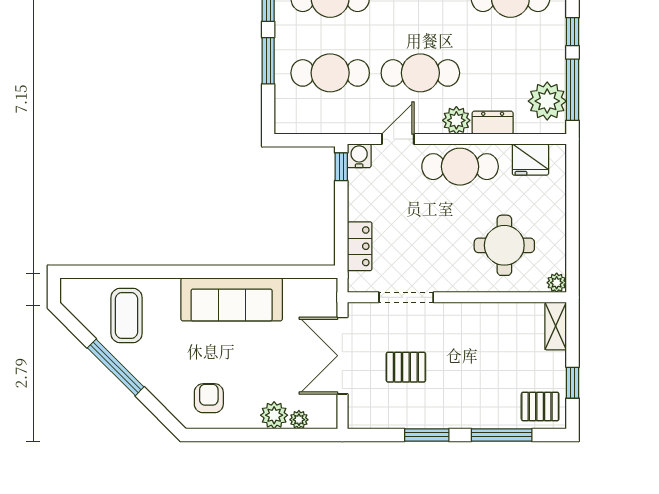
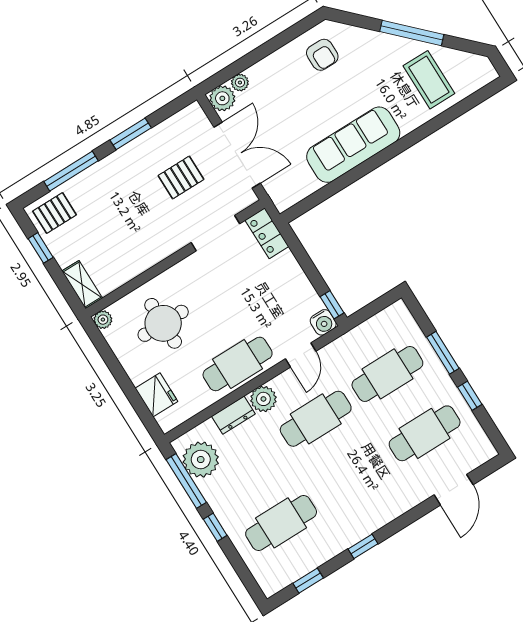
fridge: (530, 160) -> (156, 395), moved, turned 90
locker: (360, 246) -> (267, 233), moved
plant: (274, 415) -> (222, 98), moved

